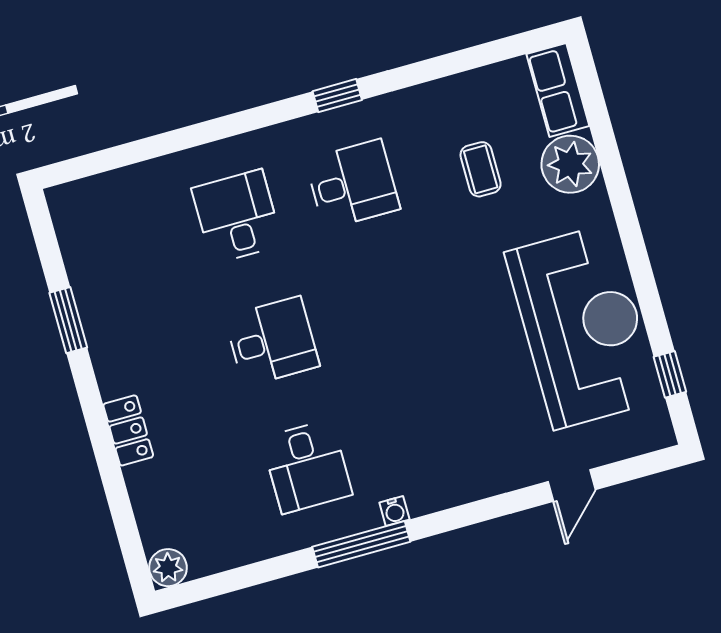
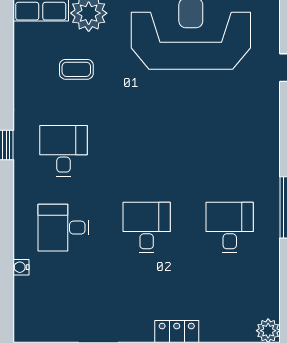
desk: (307, 466) -> (230, 228), turned -90
water cooler: (394, 511) -> (21, 267), moved, turned 180

